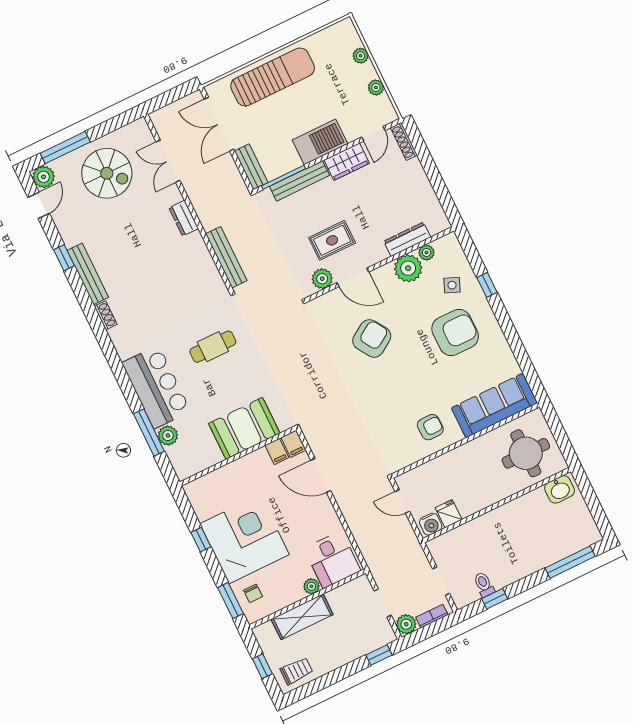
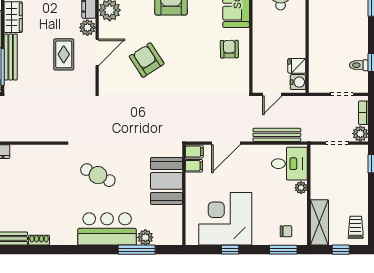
bench: (226, 257) -> (277, 135), moved
plant: (322, 279) -> (87, 28), moved
cafe table: (213, 347) -> (98, 175), turned -64
corner desk: (245, 539) -> (225, 219), moved
shelving: (302, 617) -> (319, 222), moved

